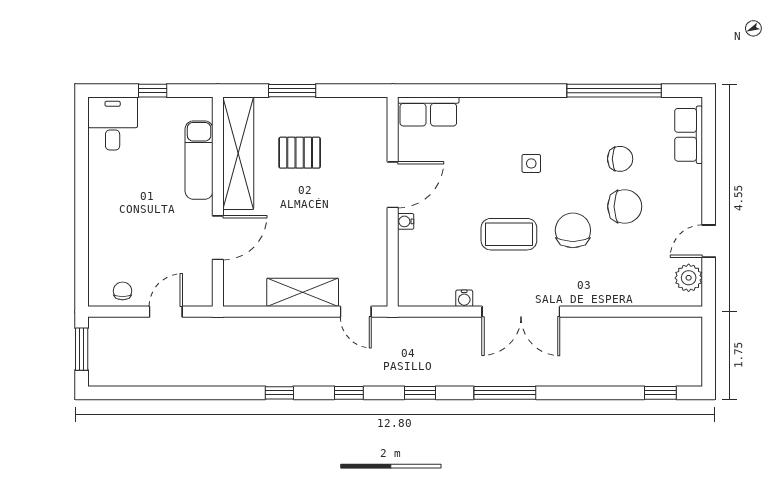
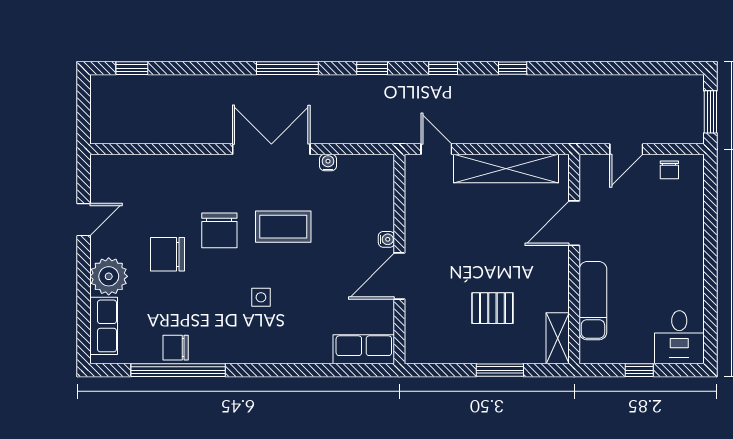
shelving: (238, 153) -> (558, 338), width x0.45, depth x0.75
chair: (620, 159) -> (176, 348), moved
plant: (689, 278) -> (109, 276), moved, width x1.36, depth x1.36
shelving: (303, 292) -> (506, 168), width x1.47

